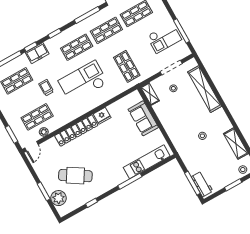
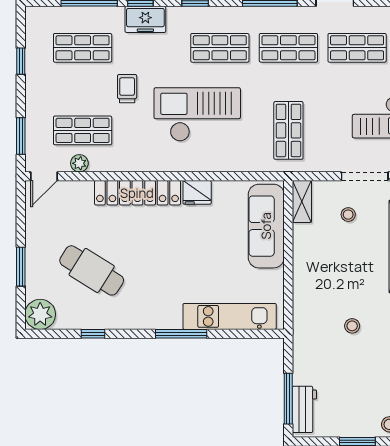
sofa: (143, 118) -> (266, 226), width x1.36
plant: (59, 198) -> (40, 314), moved

